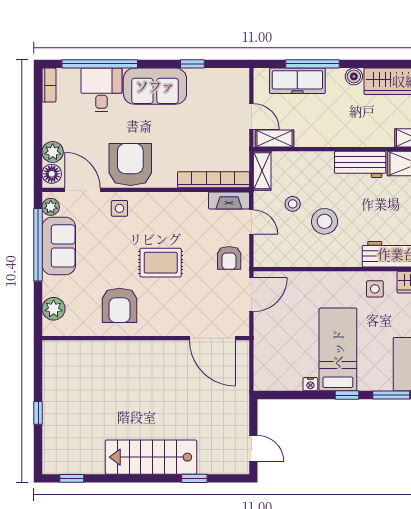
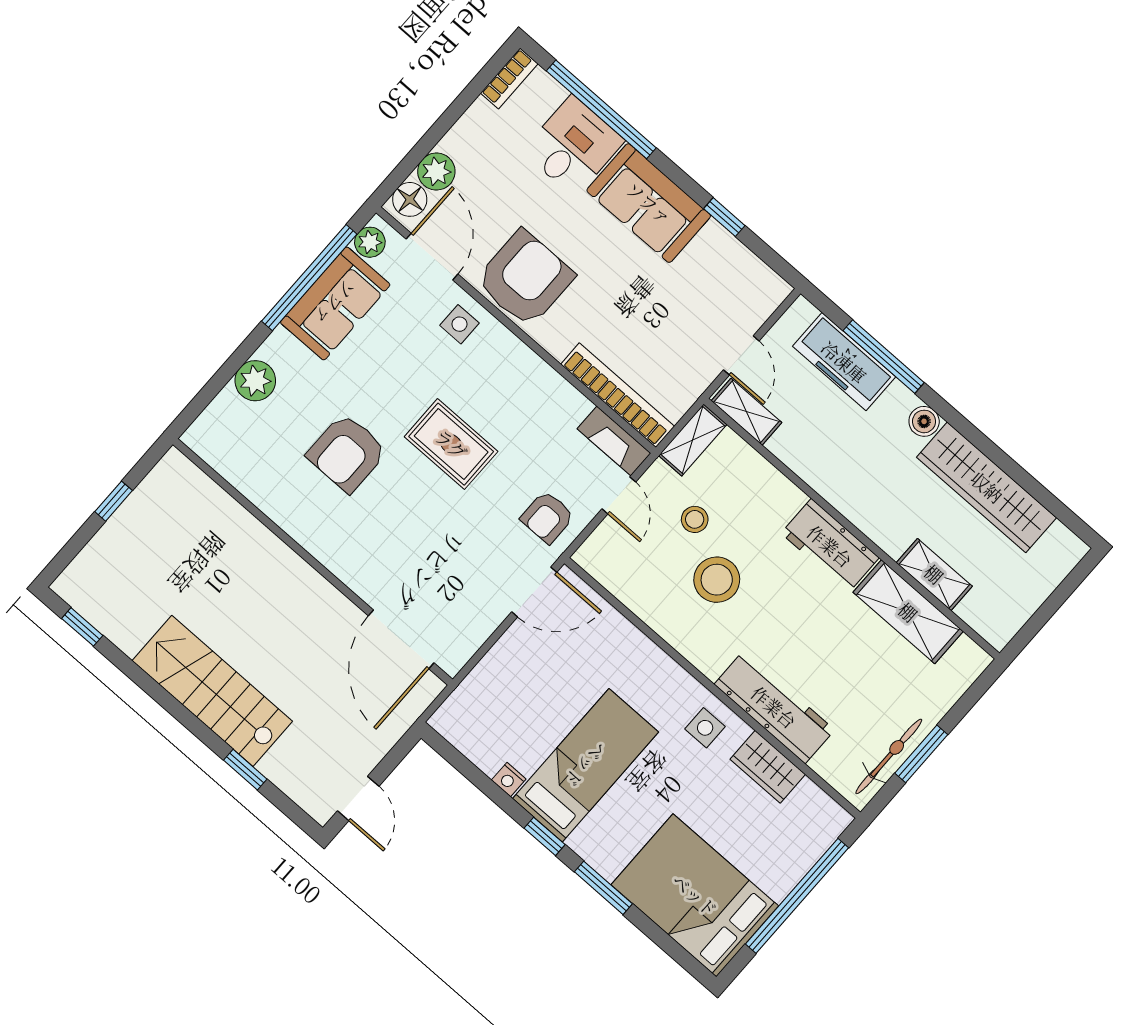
wall: (146, 338) -> (313, 562), moved
door: (212, 338) -> (401, 639), moved

